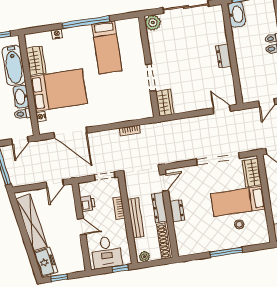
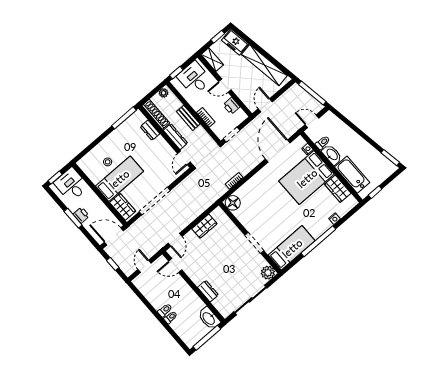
bed: (107, 47) -> (292, 248), moved, turned 90
dresser: (223, 56) -> (208, 291), moved
doorway: (151, 77) -> (254, 243), moved
door: (237, 85) -> (175, 266), added
wardrobe: (165, 103) -> (204, 226), moved, turned -90
floor lamp: (145, 110) -> (233, 203), added
door: (222, 110) -> (175, 240), hinge flipped
door: (70, 133) -> (278, 151), hinge flipped
door: (20, 140) -> (312, 121), hinge flipped
dresser: (177, 211) -> (150, 130), moved
bench: (136, 218) -> (188, 118), width x0.73
window: (226, 252) -> (124, 118), moved
shelving: (78, 259) -> (212, 60), added

